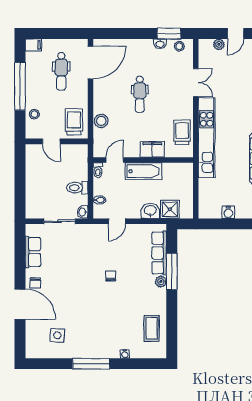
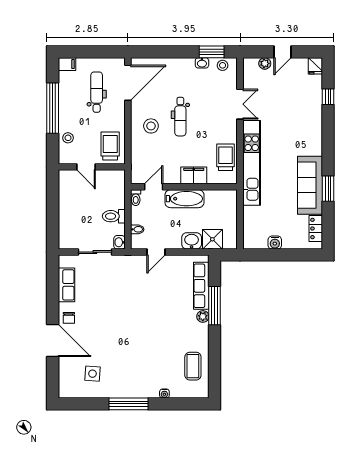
dental chair: (61, 71) -> (97, 92), turned 180
stool: (101, 121) -> (151, 126), moved
chair: (111, 276) -> (149, 310), removed

